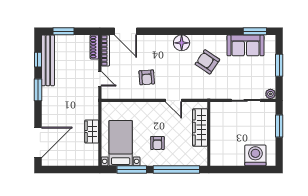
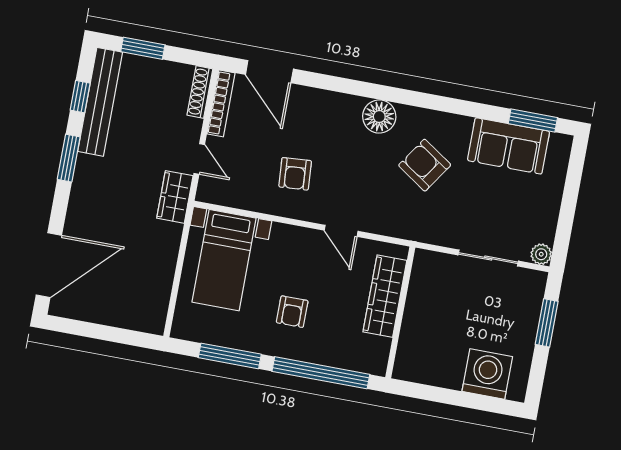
window: (279, 65) -> (570, 199), removed
wardrobe: (92, 132) -> (175, 197), moved
bed with nightstands: (121, 143) -> (224, 260), moved, turned 180

